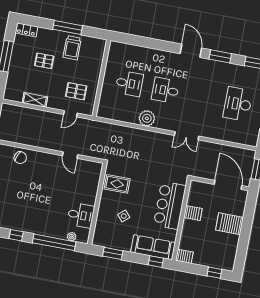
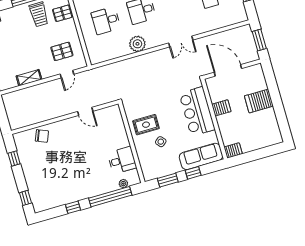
pallet: (44, 61) -> (63, 13), moved
desk: (129, 83) -> (106, 21), turned 180
rug: (117, 184) -> (146, 125), moved
door: (228, 185) -> (228, 70), moved
window: (156, 262) -> (193, 173), moved
window: (214, 273) -> (267, 152), removed

